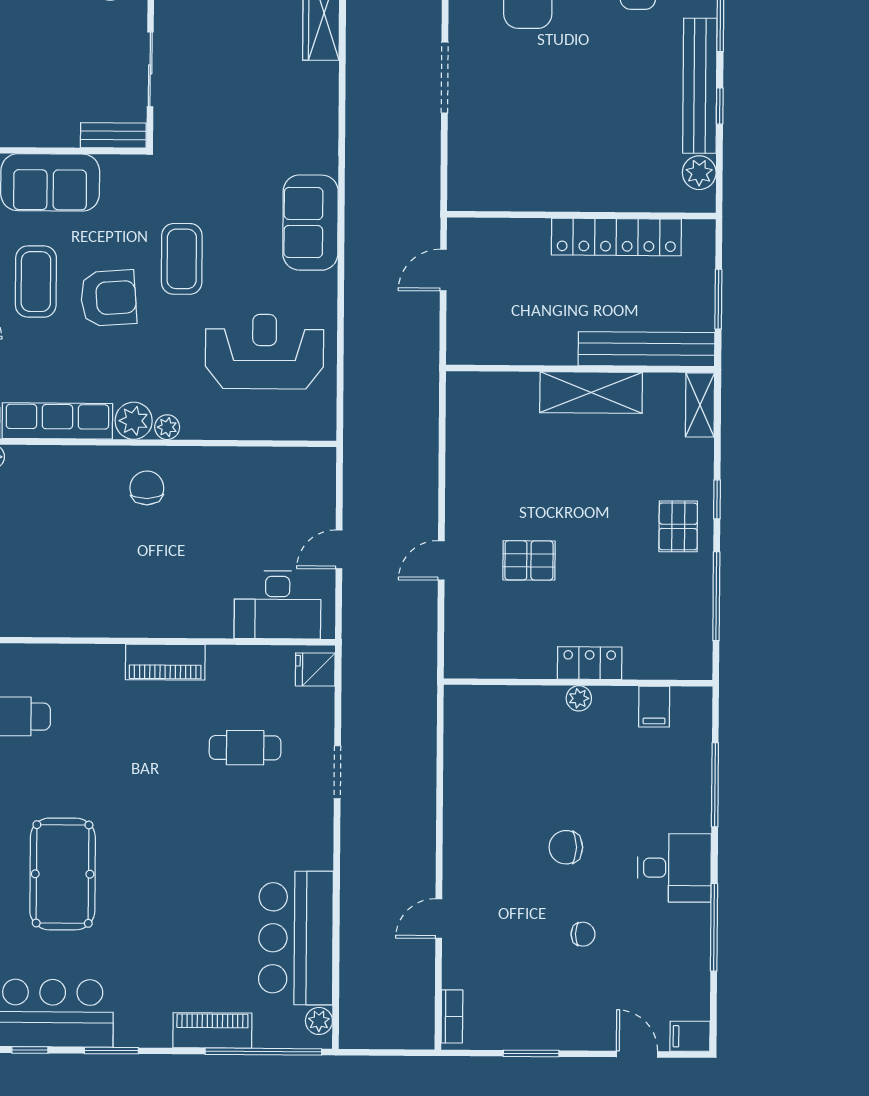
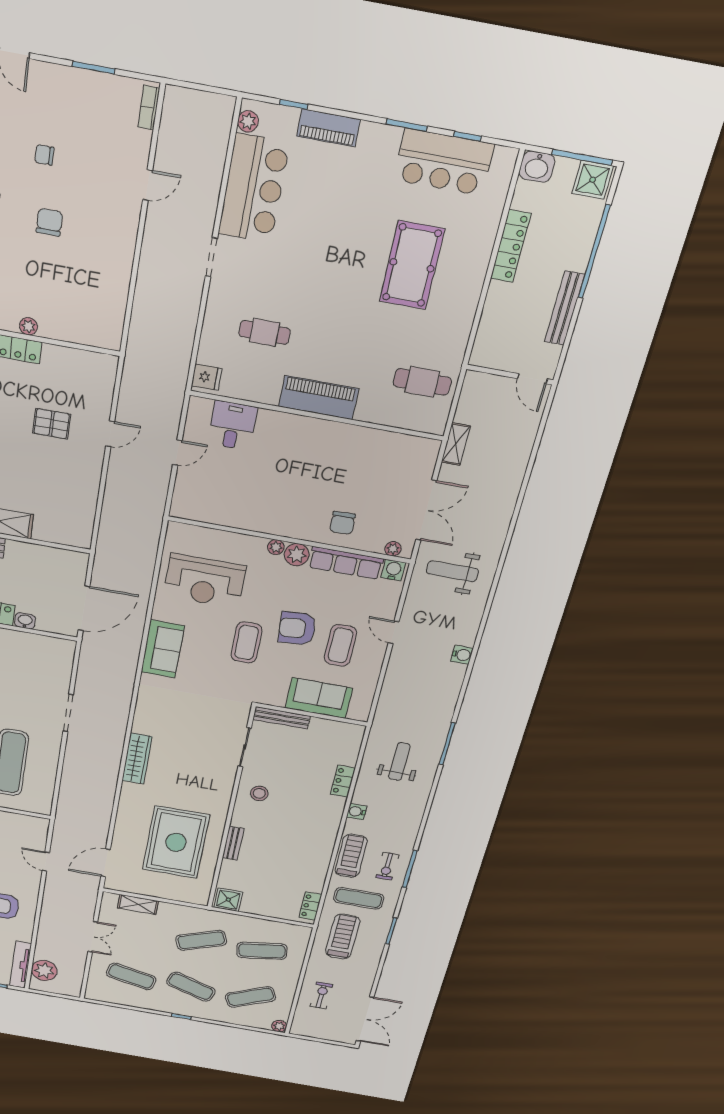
bench: (113, 135) -> (282, 718), width x1.36
washbasin: (533, 231) -> (25, 621), added
door: (443, 270) -> (84, 608), width x1.88
chair: (147, 488) -> (343, 523), moved
desk: (278, 605) -> (232, 426), width x0.73
piano: (165, 662) -> (319, 398), width x1.37, depth x1.33
doorway: (337, 772) -> (211, 257), moved
chair: (566, 847) -> (49, 222), turned -90
window: (263, 1052) -> (294, 104), width x0.32

